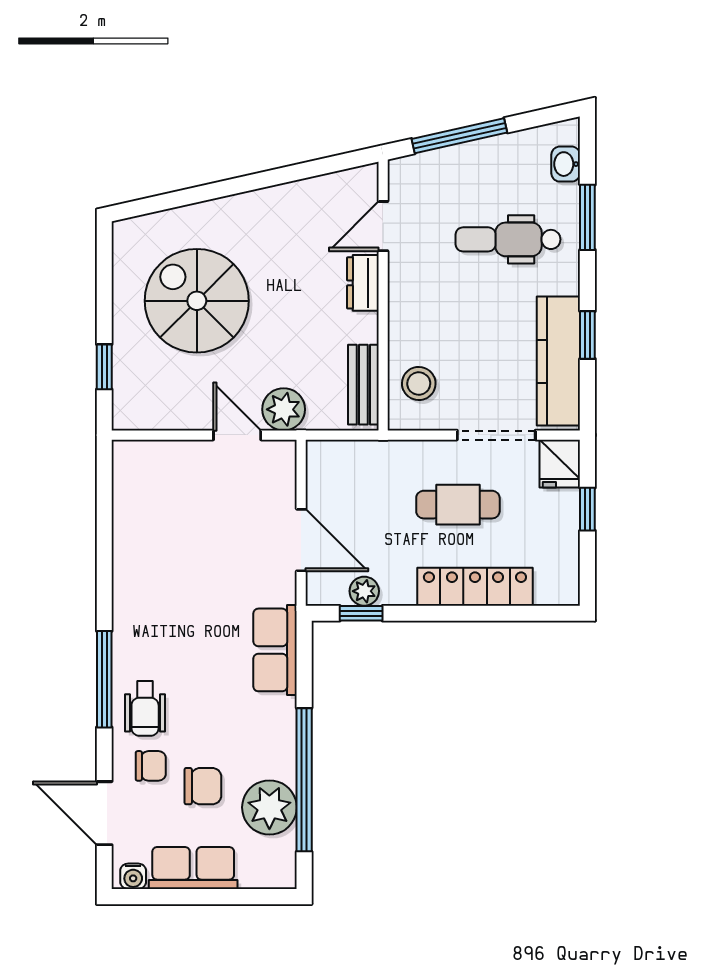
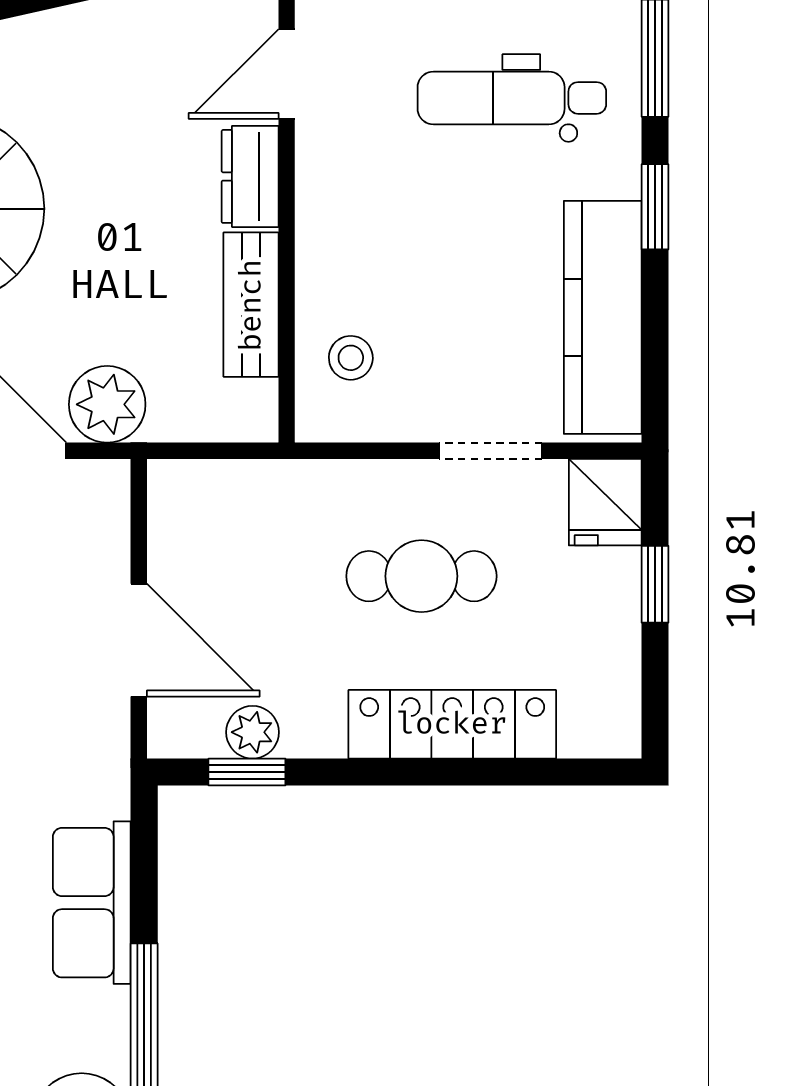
window: (587, 335) -> (655, 207), moved
stool: (419, 384) -> (351, 358), width x0.73, depth x0.73
bench: (363, 385) -> (251, 305), moved
doorway: (496, 435) -> (491, 451), width x0.73
row of seats: (275, 650) -> (92, 903), moved

